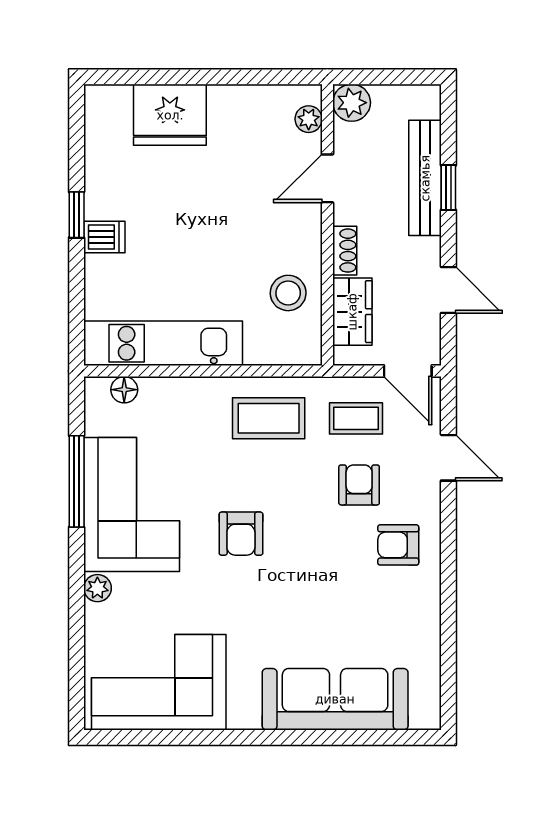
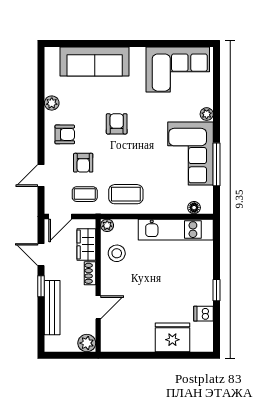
plant: (309, 119) -> (107, 225), moved
window: (448, 188) -> (41, 286), moved
dishwasher: (104, 237) -> (203, 314), moved
door: (408, 371) -> (60, 216), swing flipped
door: (448, 458) -> (41, 176), hinge flipped
armchair: (241, 534) -> (117, 124), moved
plant: (426, 611) -> (52, 103), added

